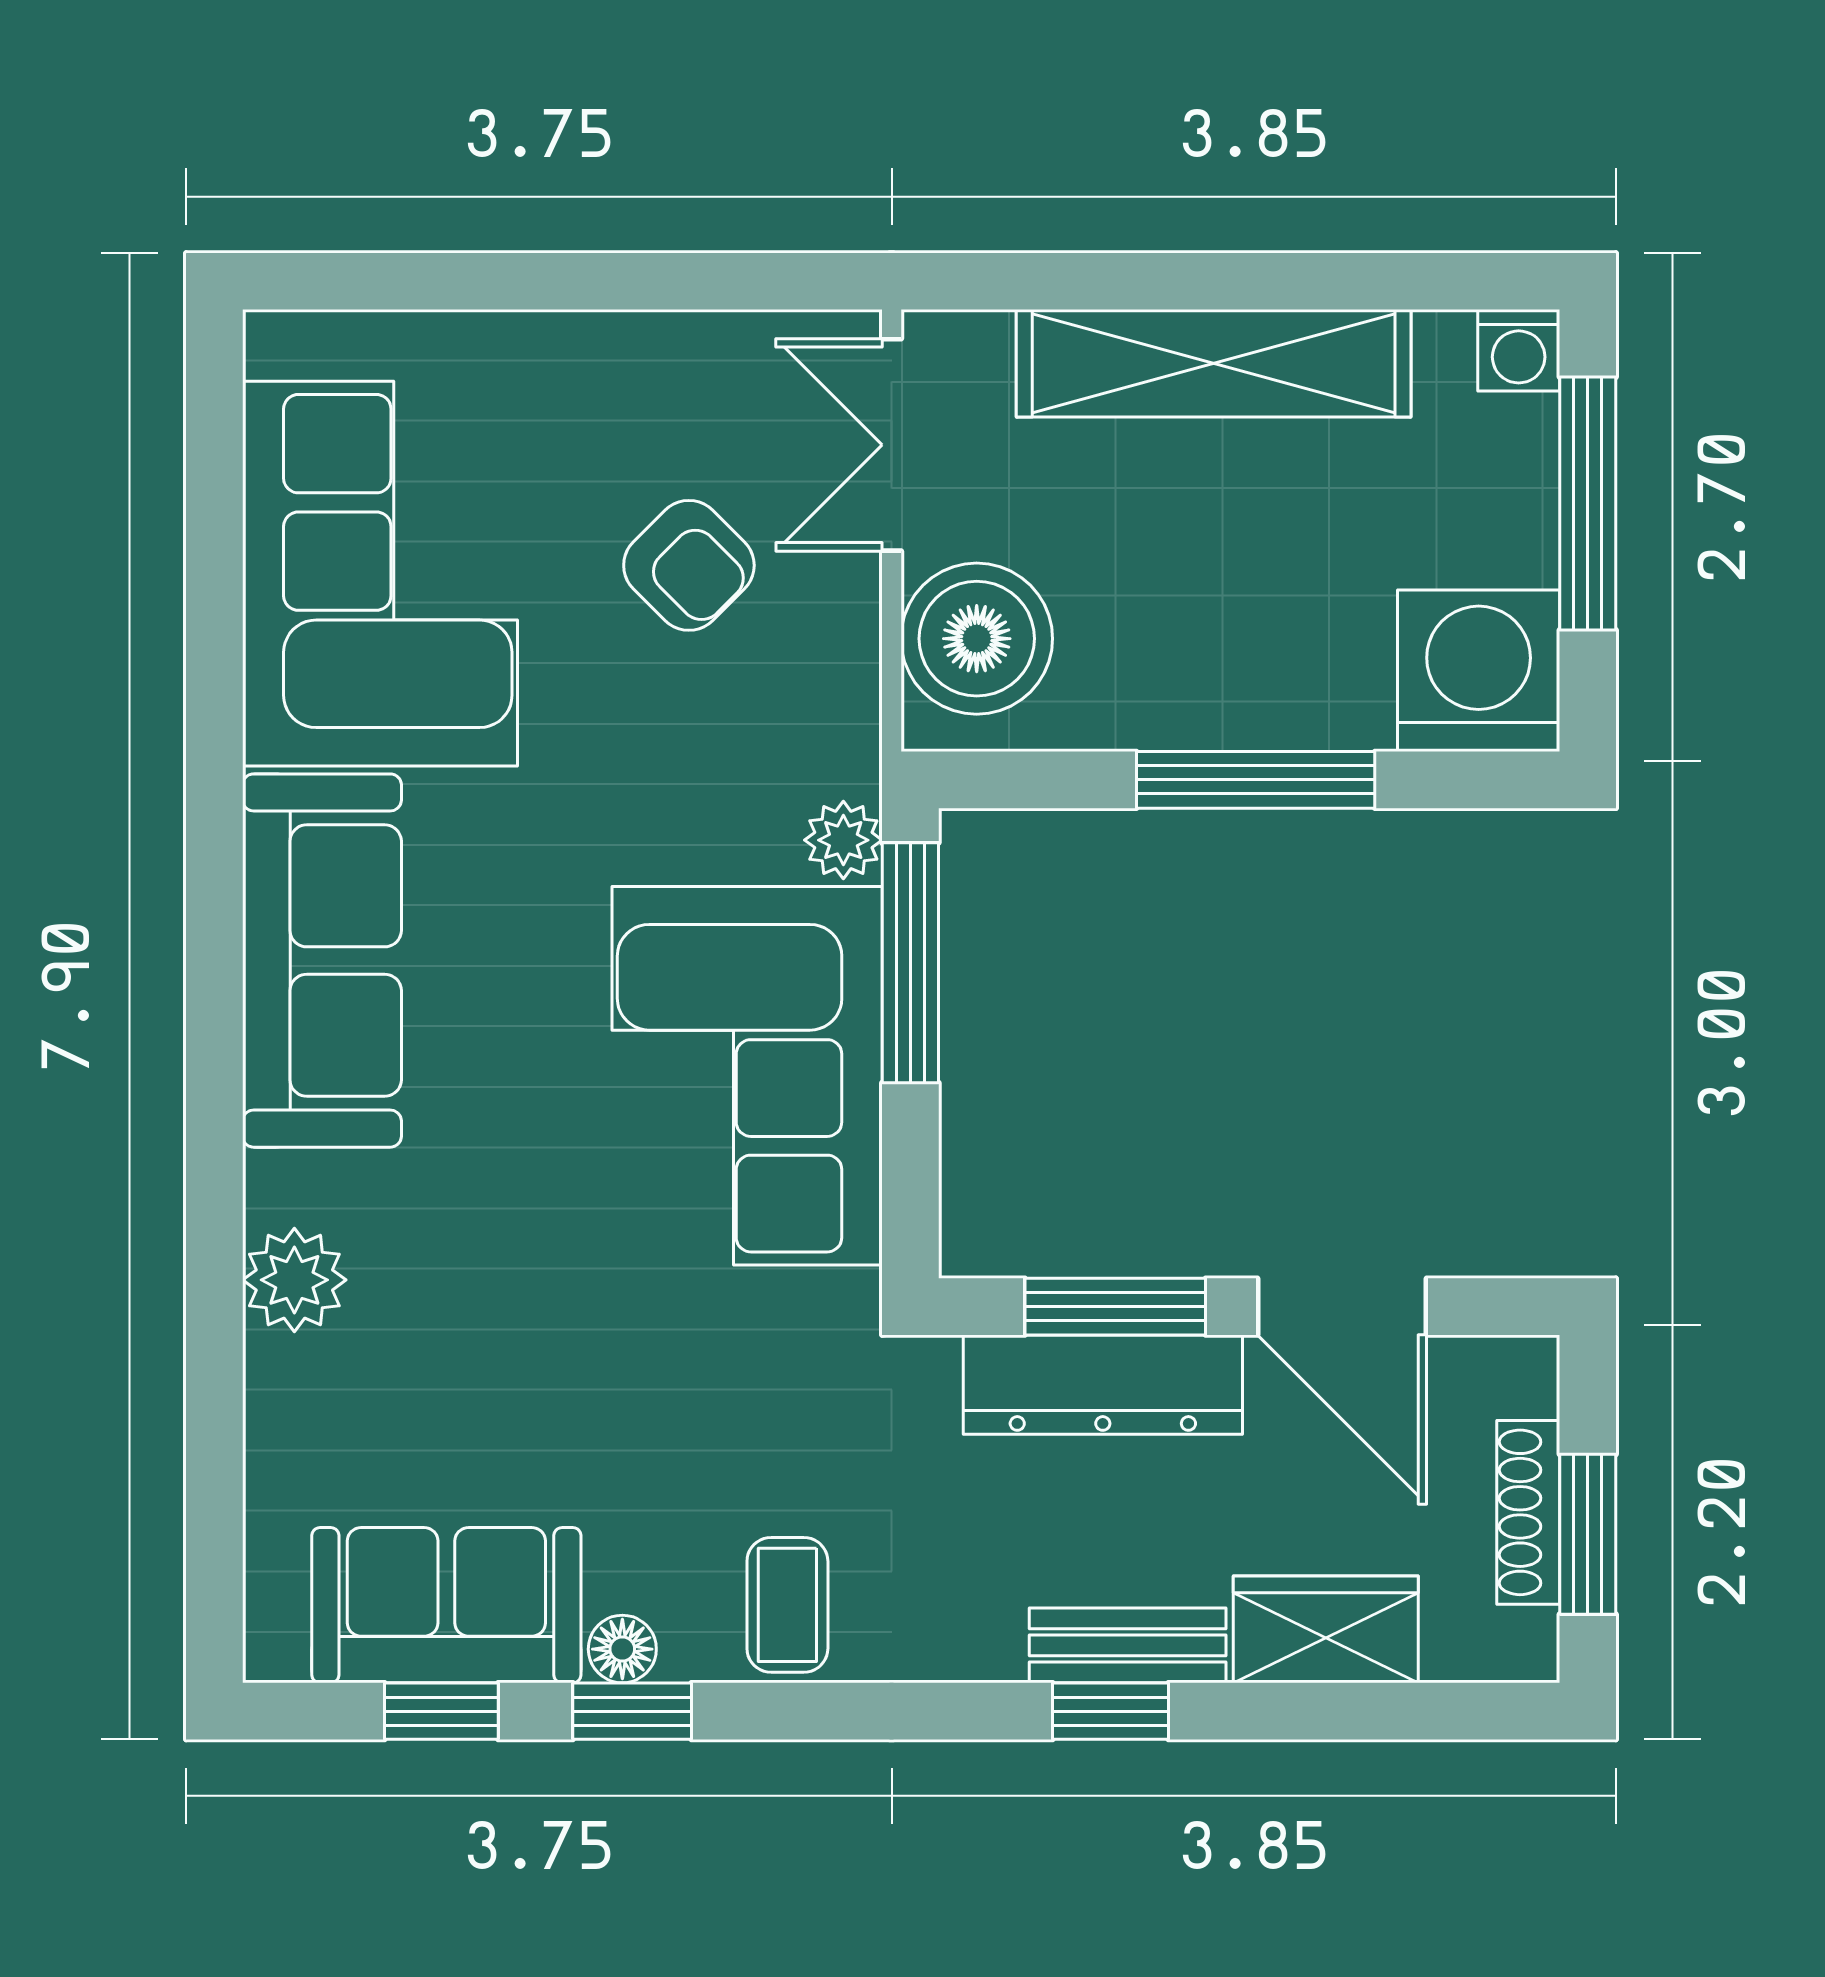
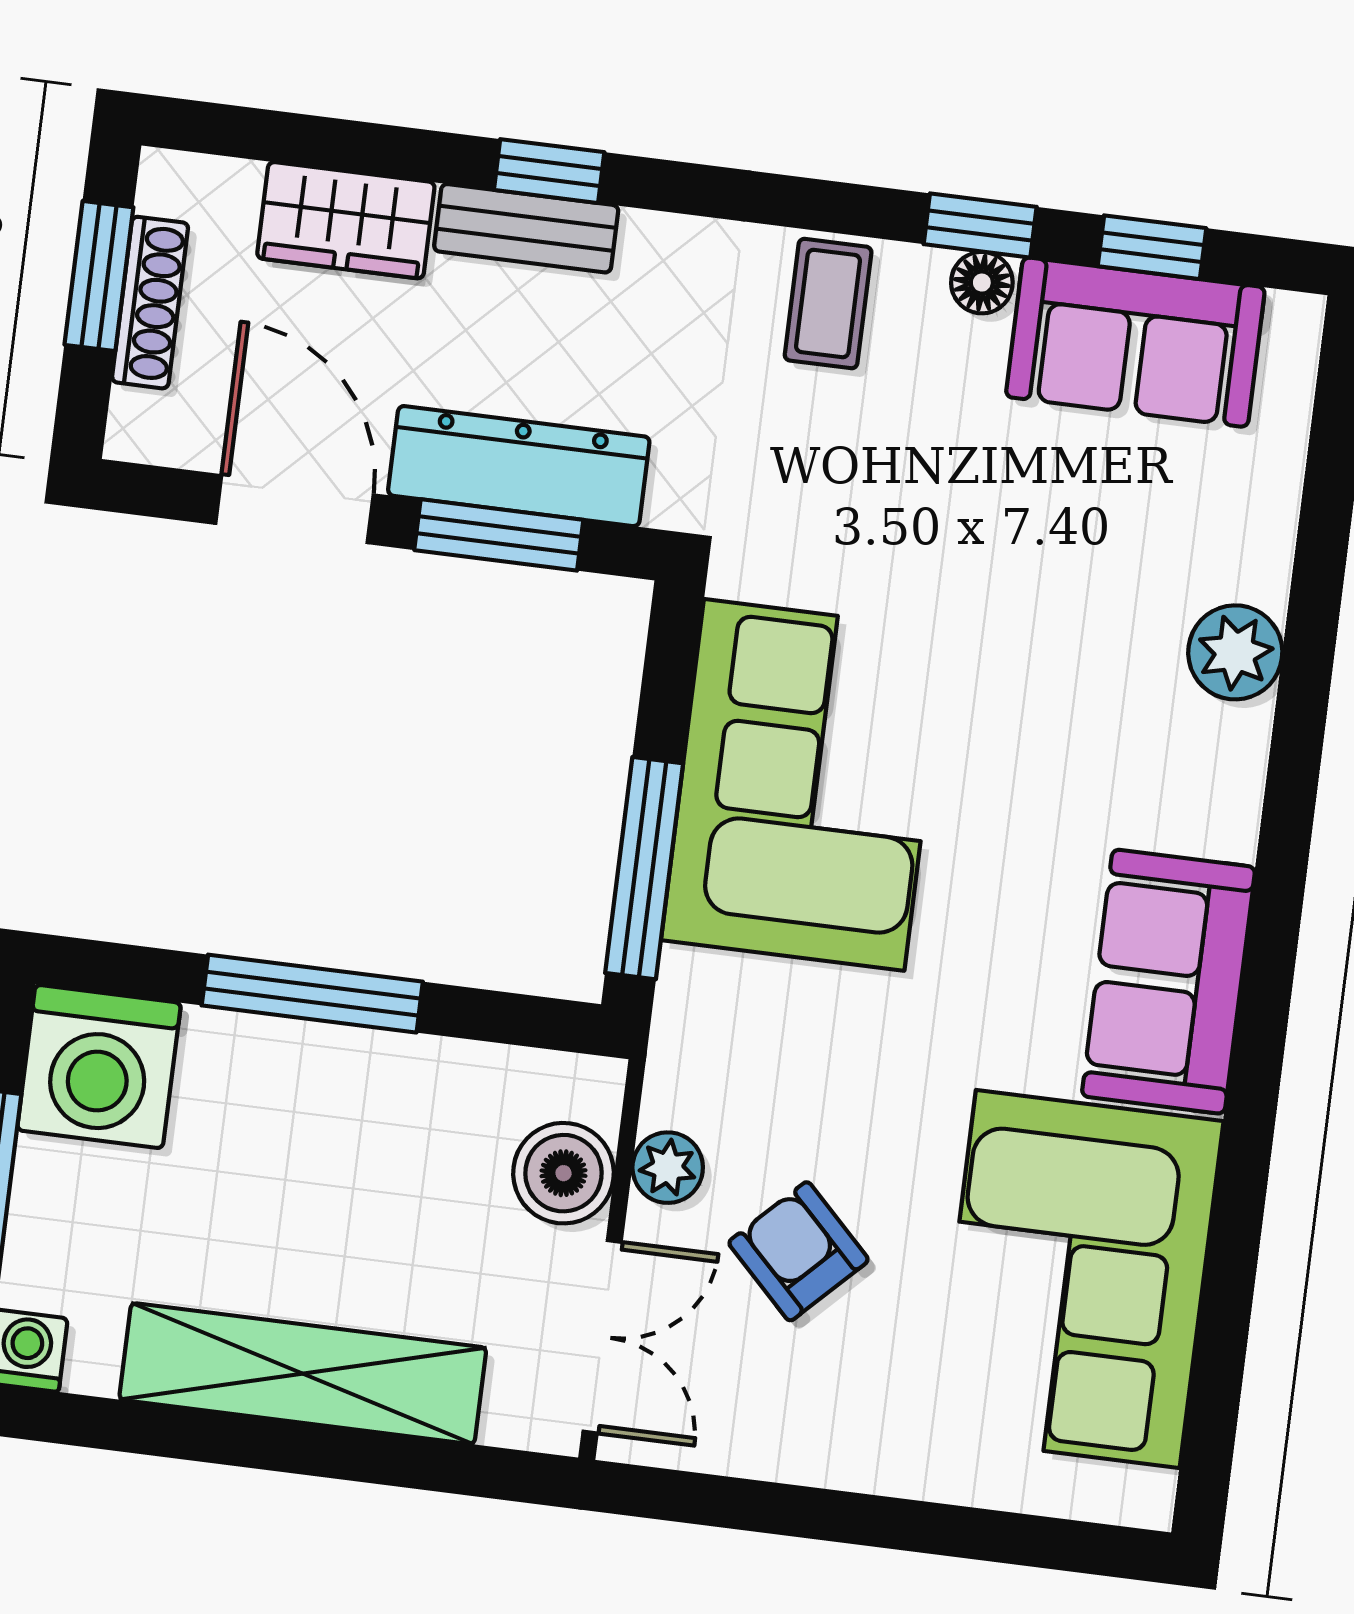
boiler: (977, 639) -> (563, 1173), width x0.73, depth x0.73
plant: (843, 840) -> (668, 1168), moved
sofa: (322, 961) -> (1168, 982), width x0.73

